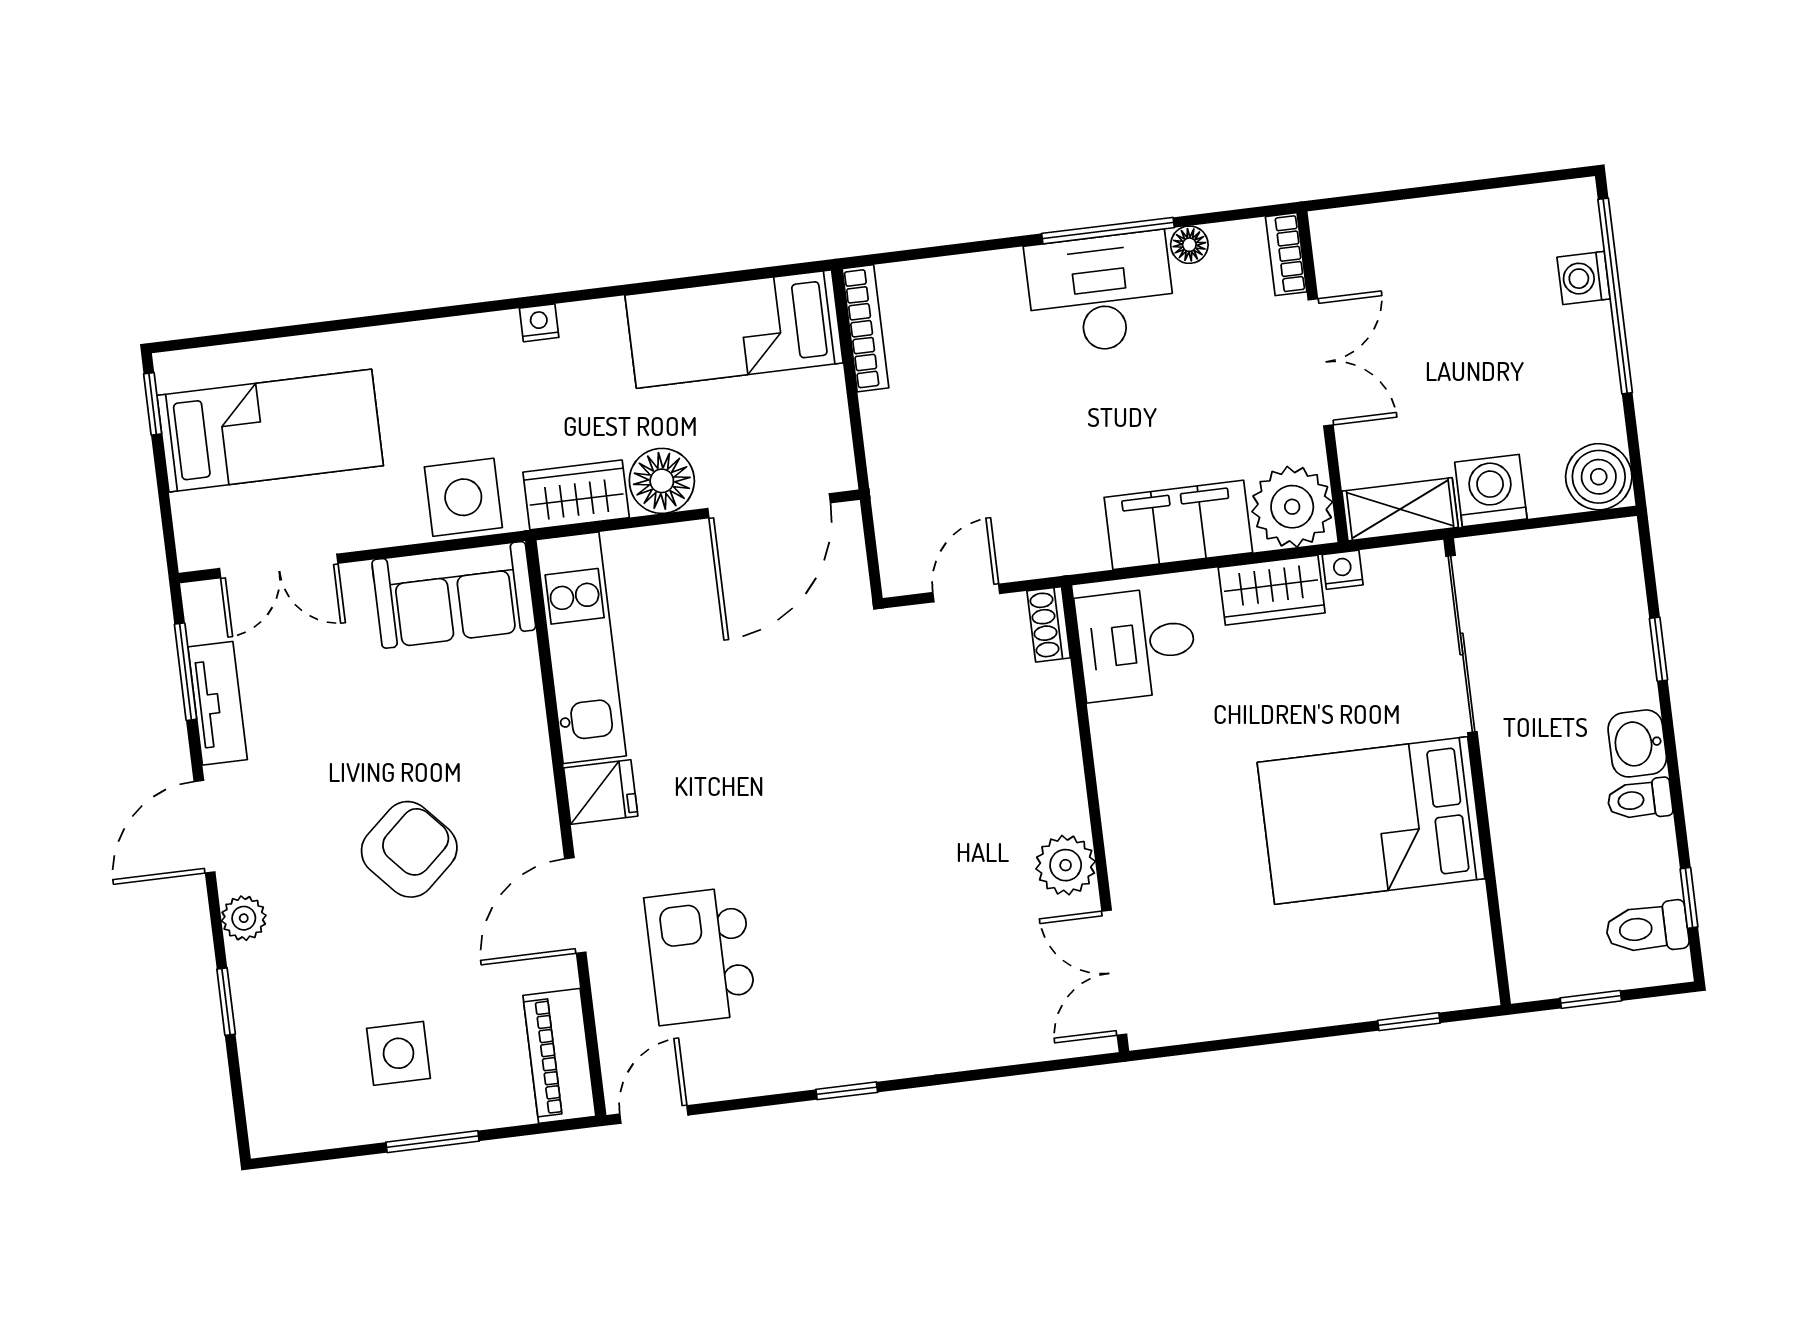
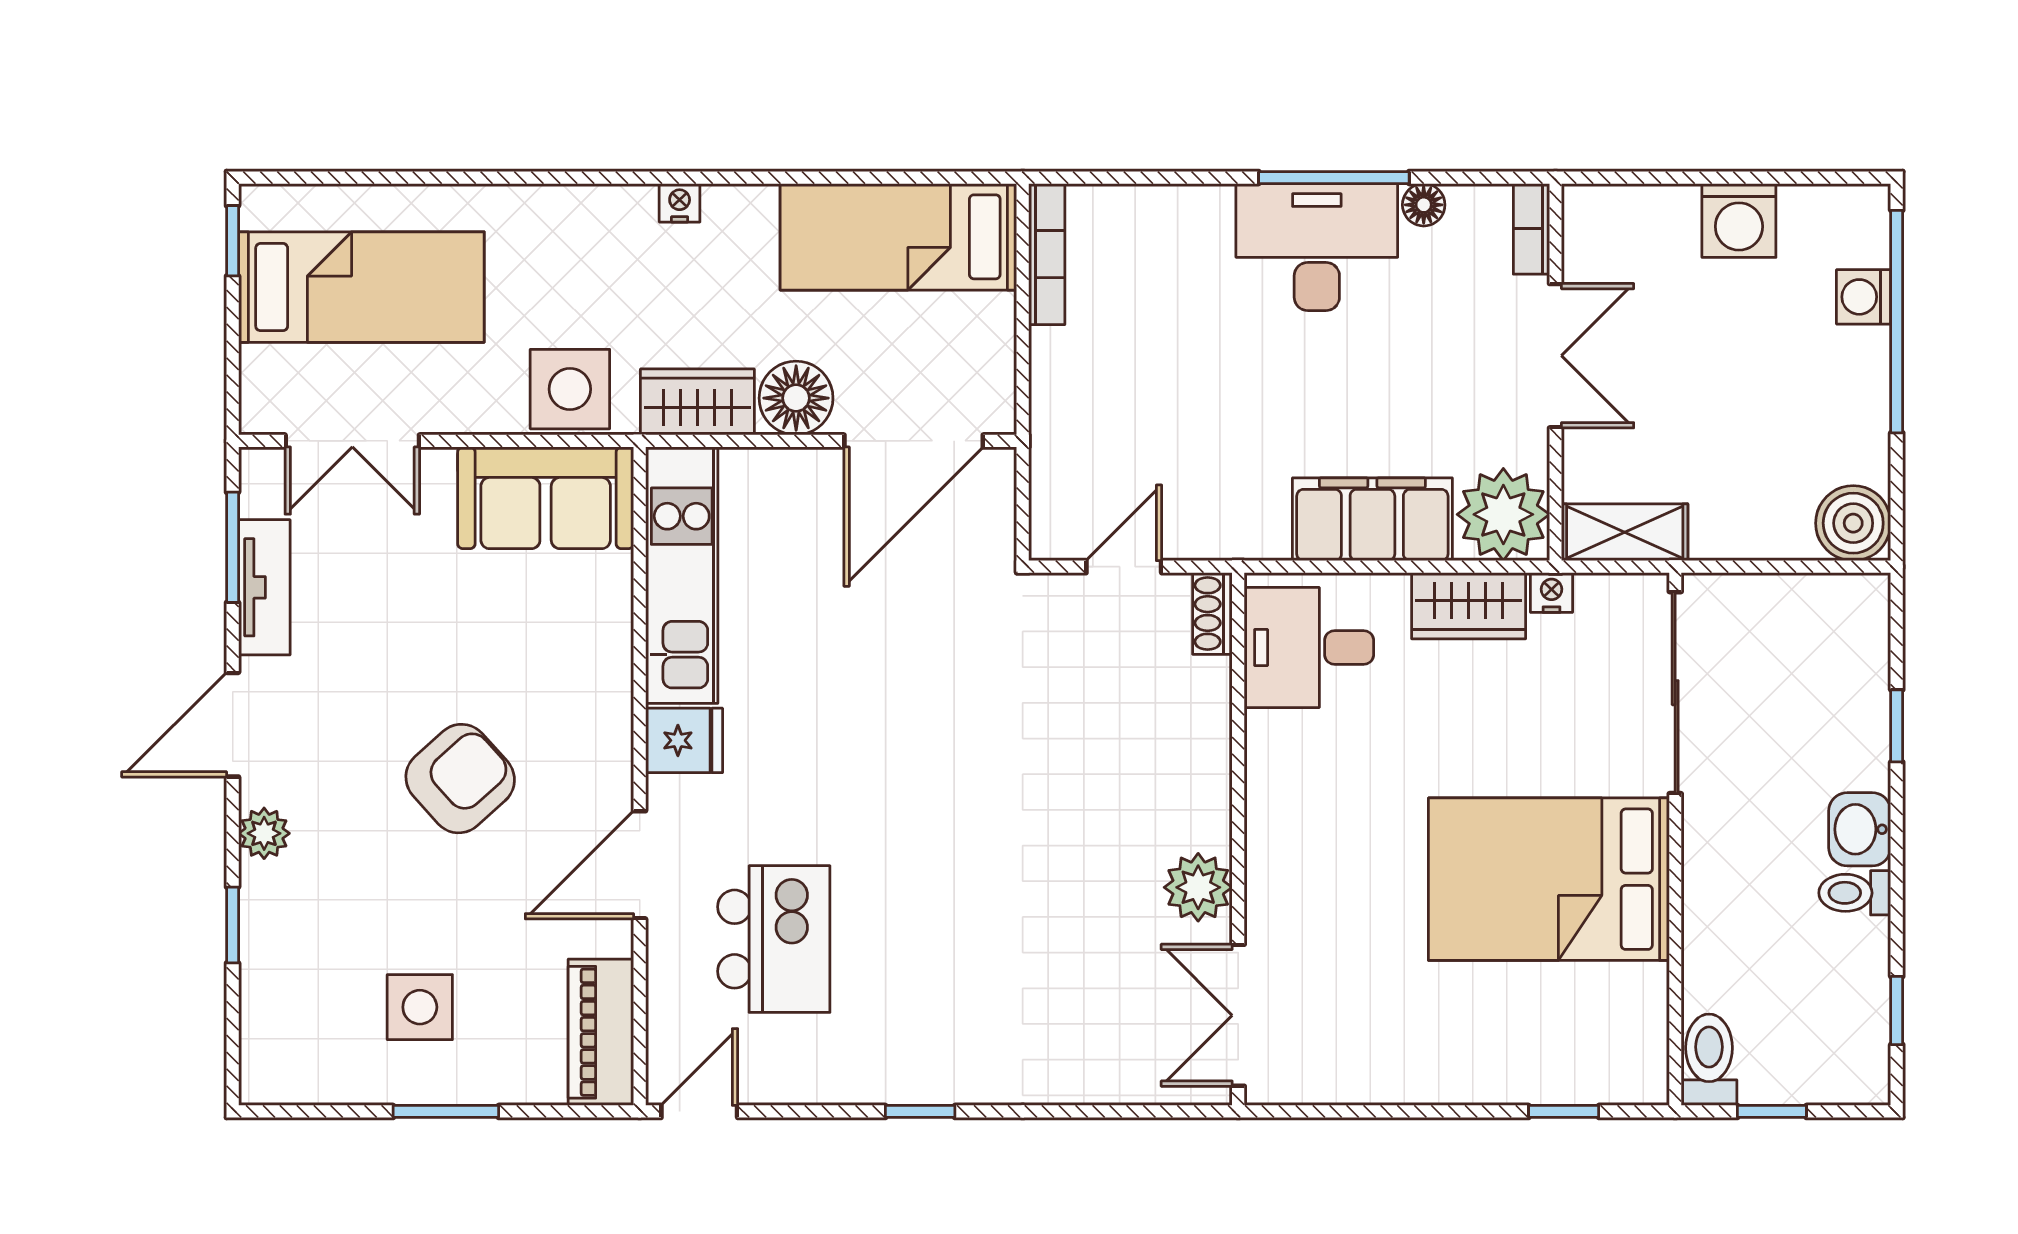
washing machine: (1491, 491) -> (1739, 221), moved, turned 180
toilet: (1647, 928) -> (1709, 1060), moved, turned 90
kitchen island: (700, 956) -> (774, 939), turned 180

